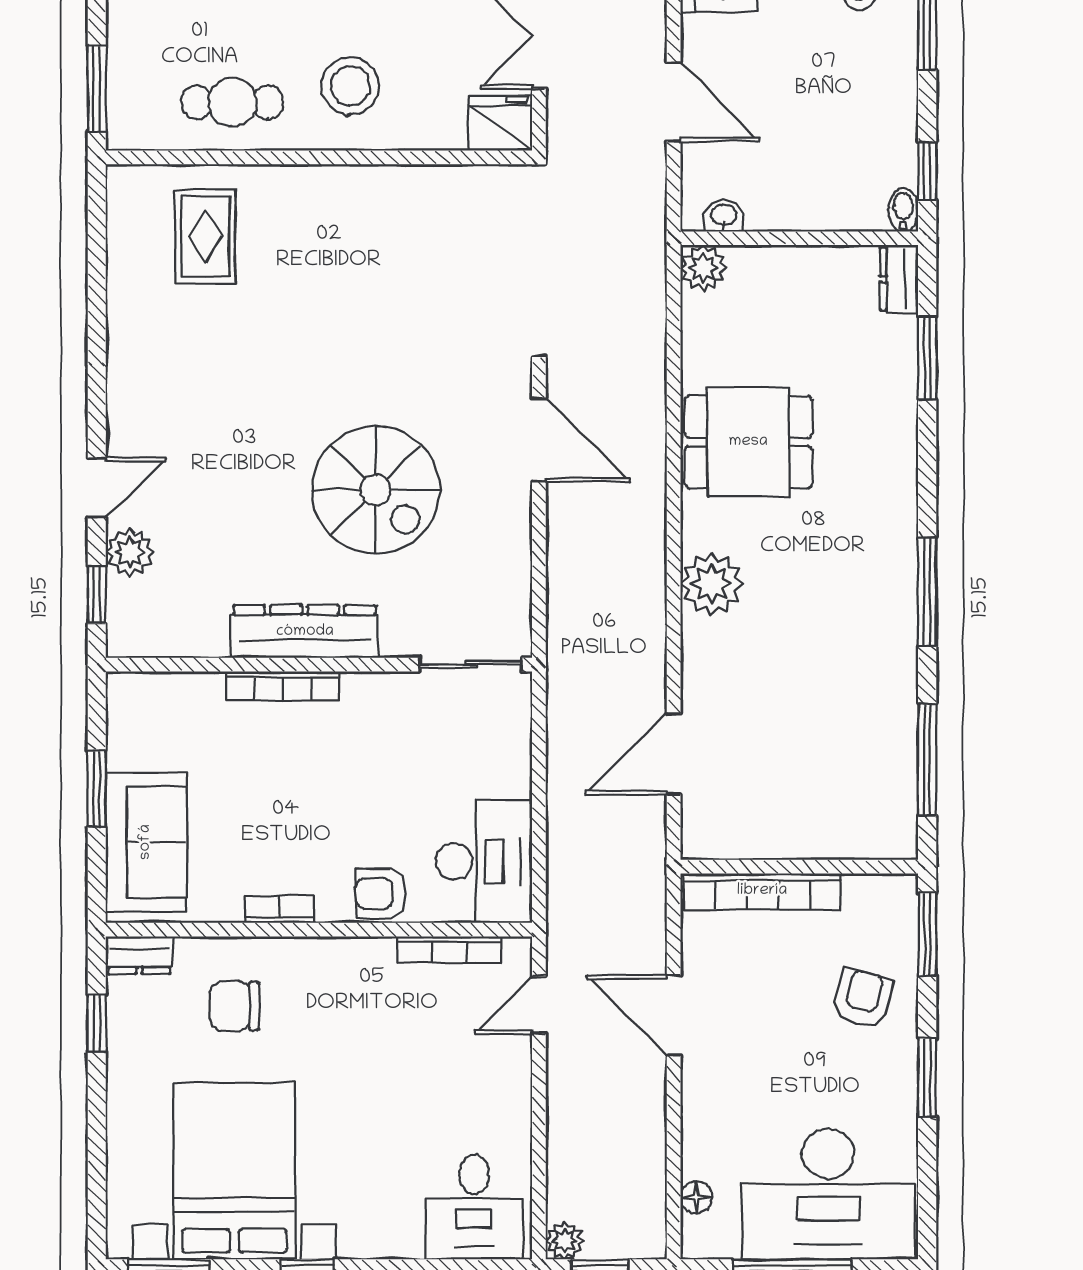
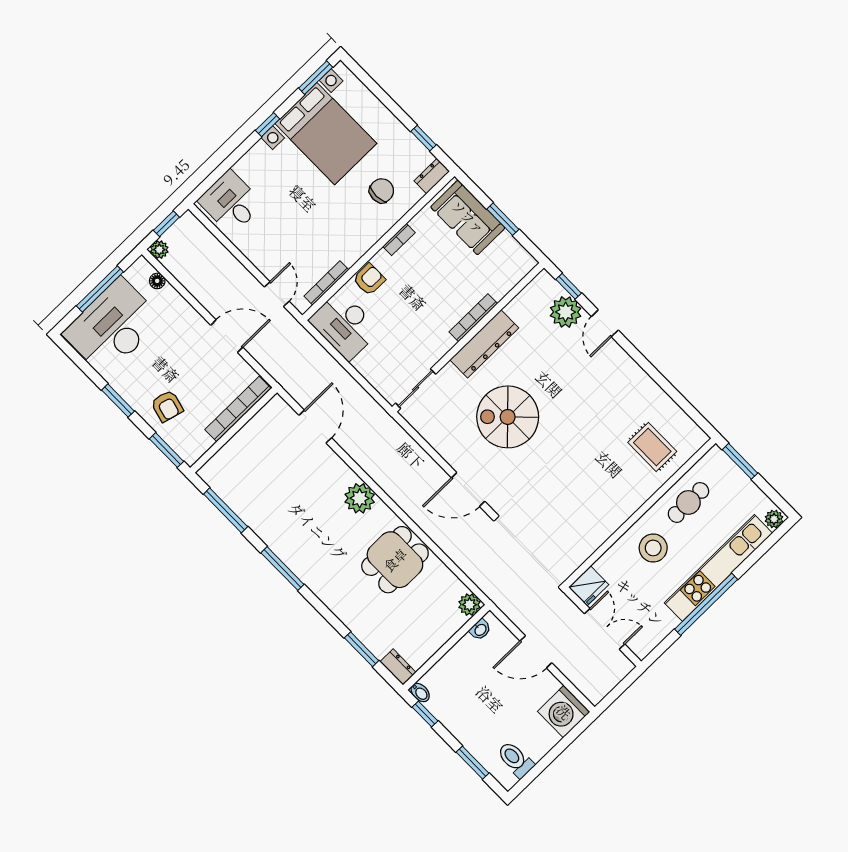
plant: (130, 552) -> (566, 312), width x1.36, depth x1.36
plant: (564, 1241) -> (159, 250), moved

